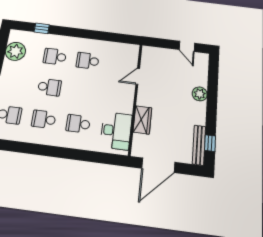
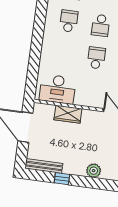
school desk: (78, 124) -> (96, 58), moved
window: (210, 143) -> (62, 179), moved

